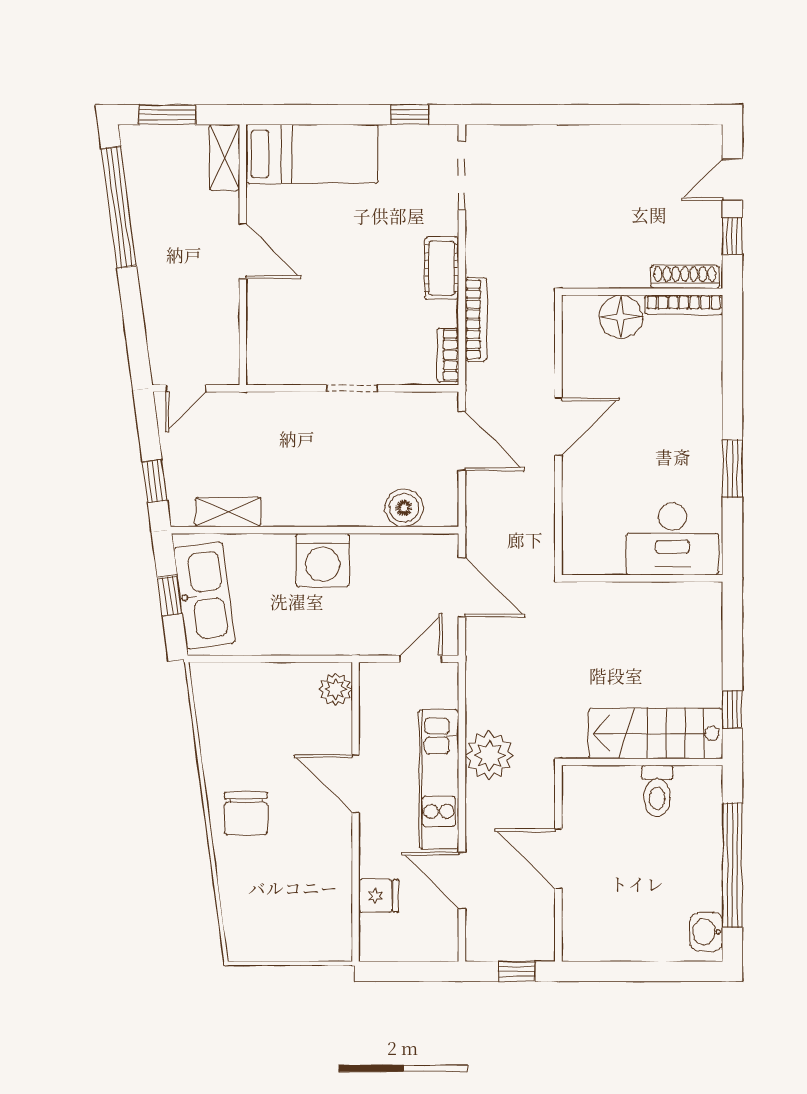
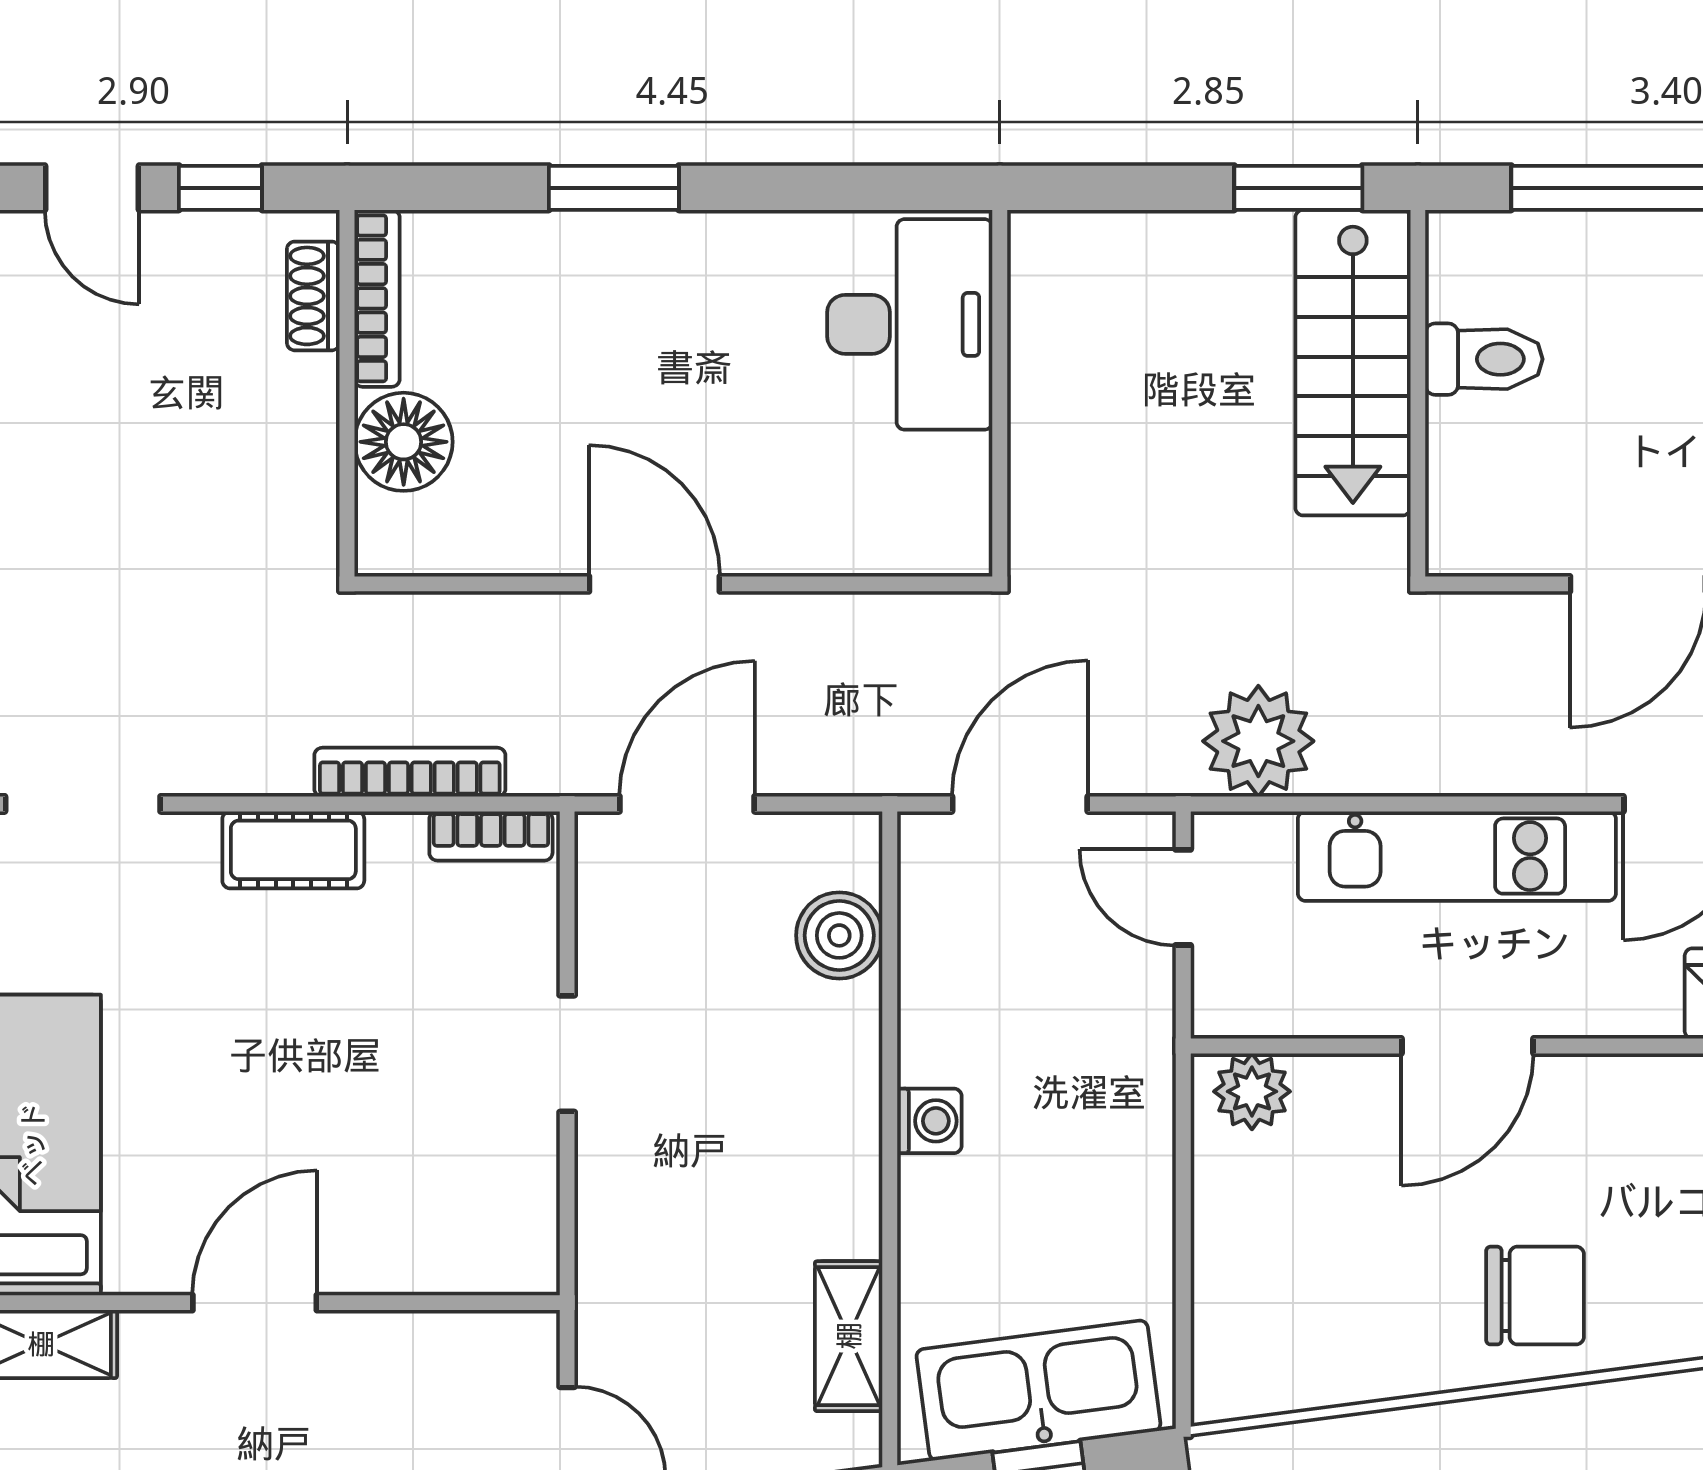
shoe rack: (685, 277) -> (313, 296), width x0.70
window: (732, 469) -> (614, 188), moved
washing machine: (323, 560) -> (929, 1121), width x0.53, depth x0.53
window: (732, 709) -> (1298, 188), width x1.50
plant: (489, 755) -> (1258, 741), moved

